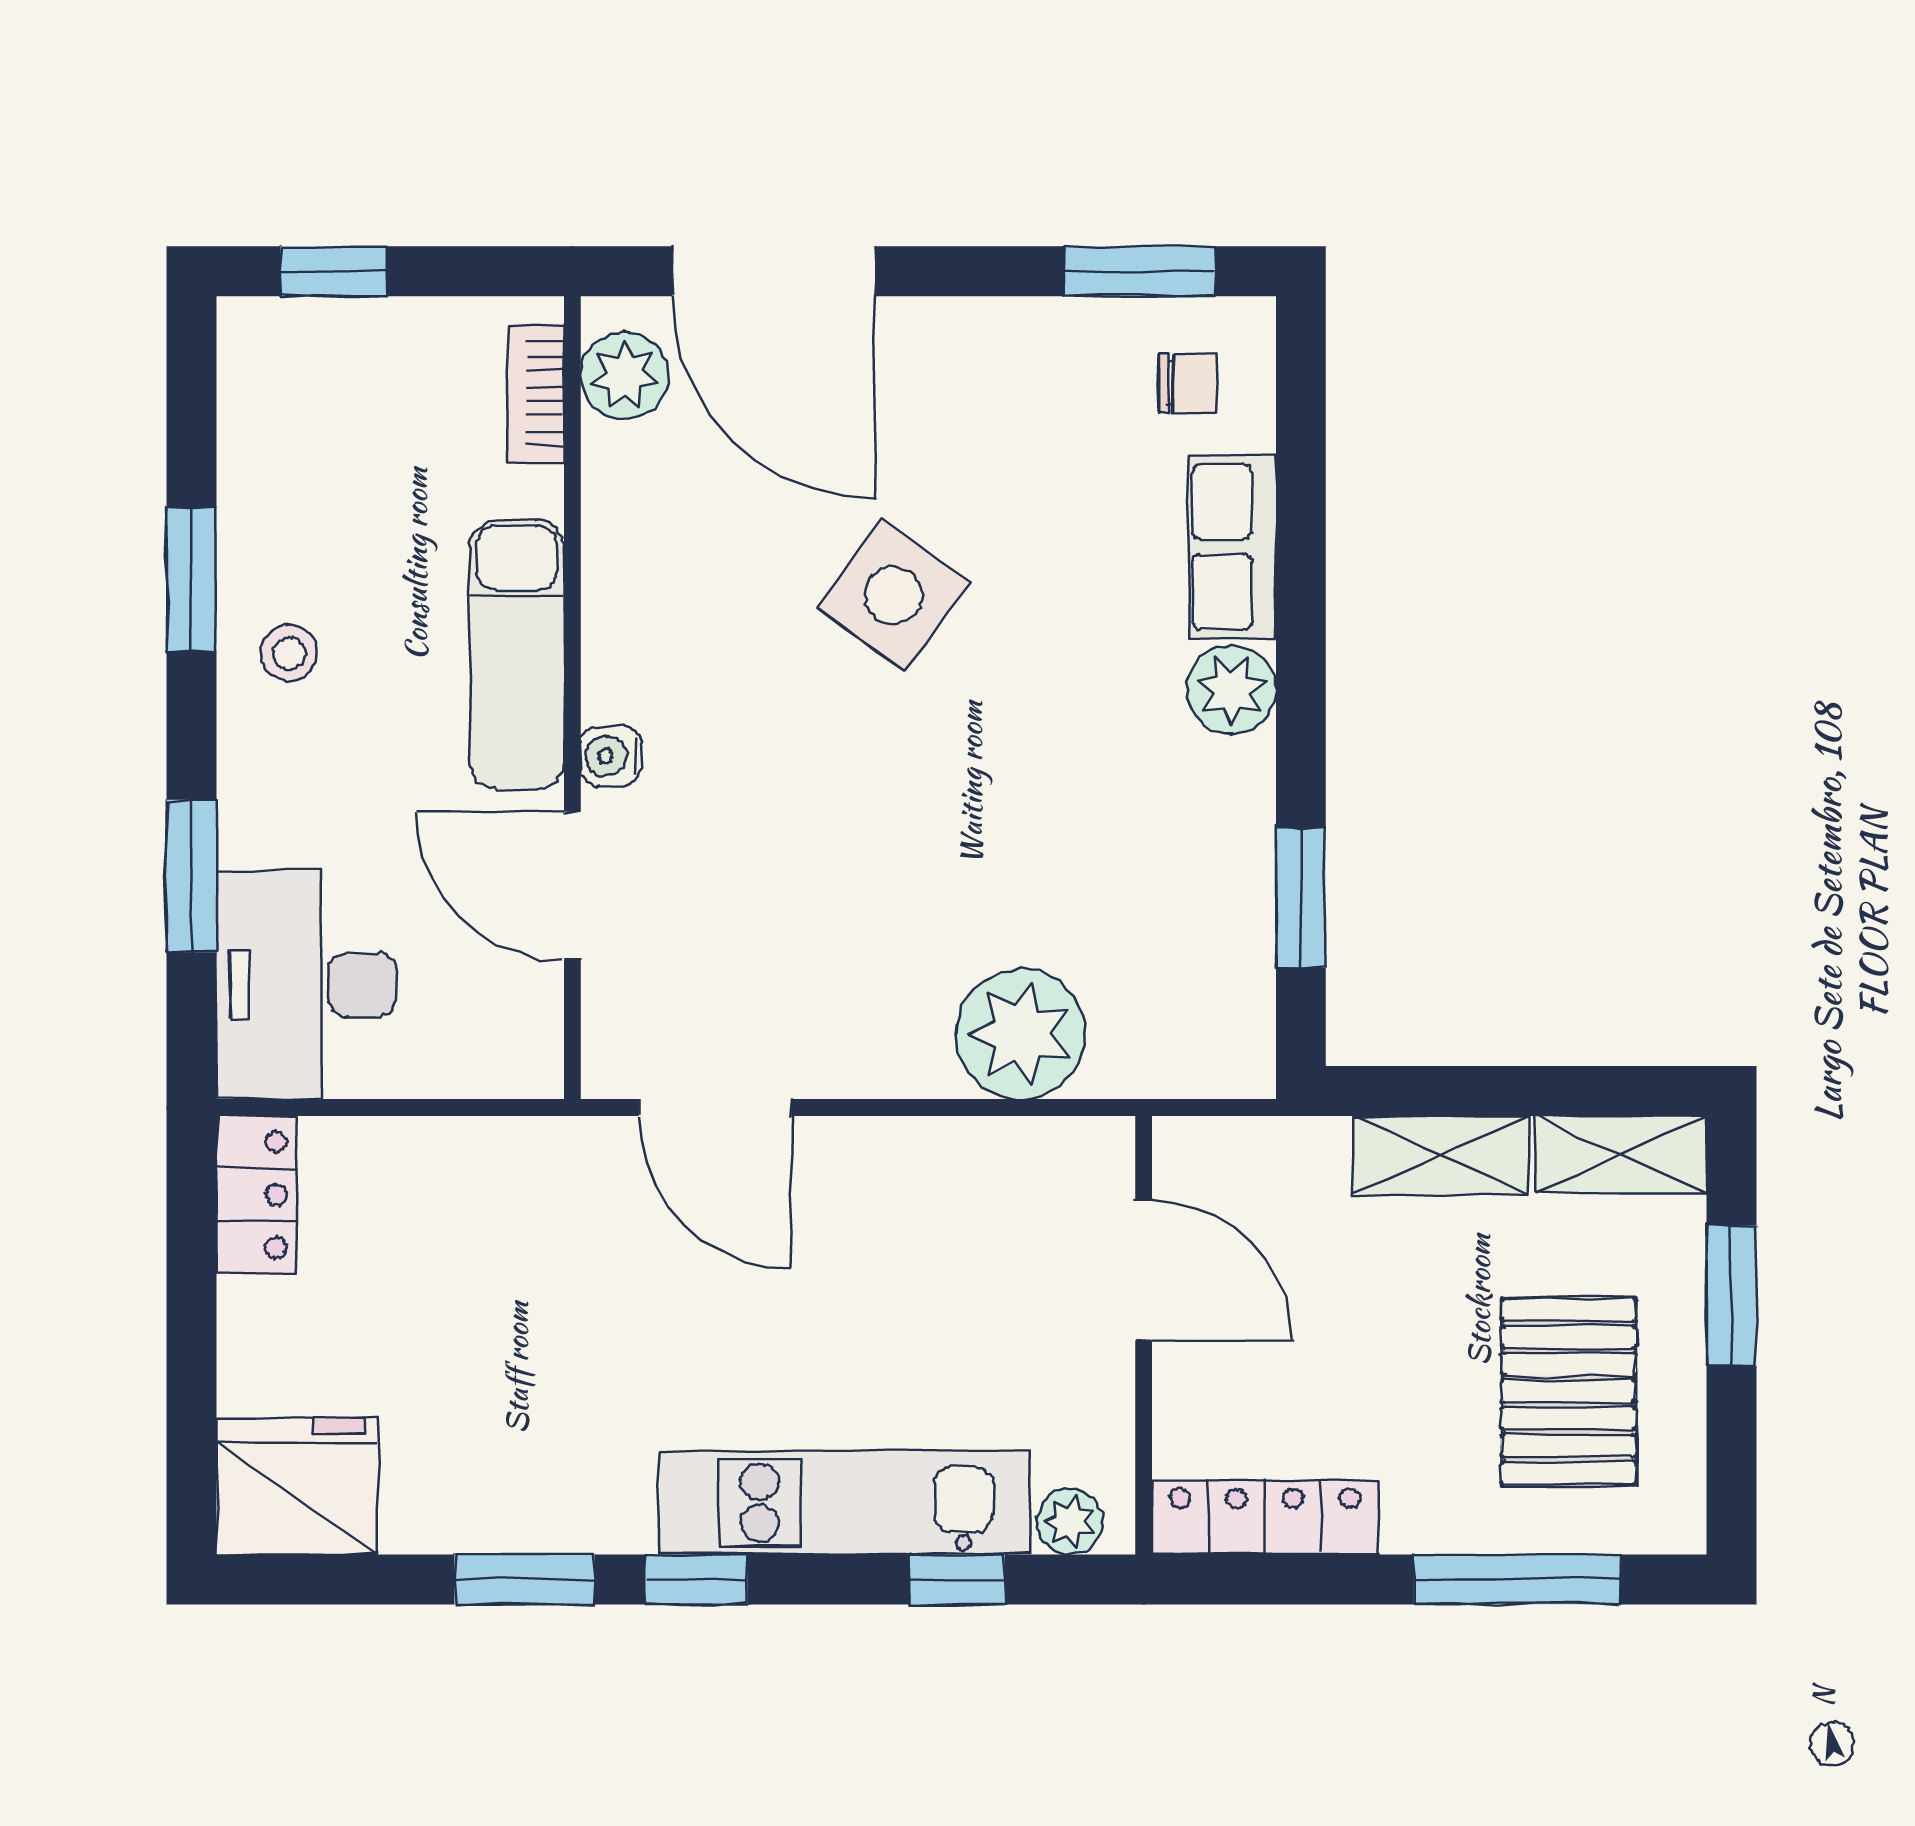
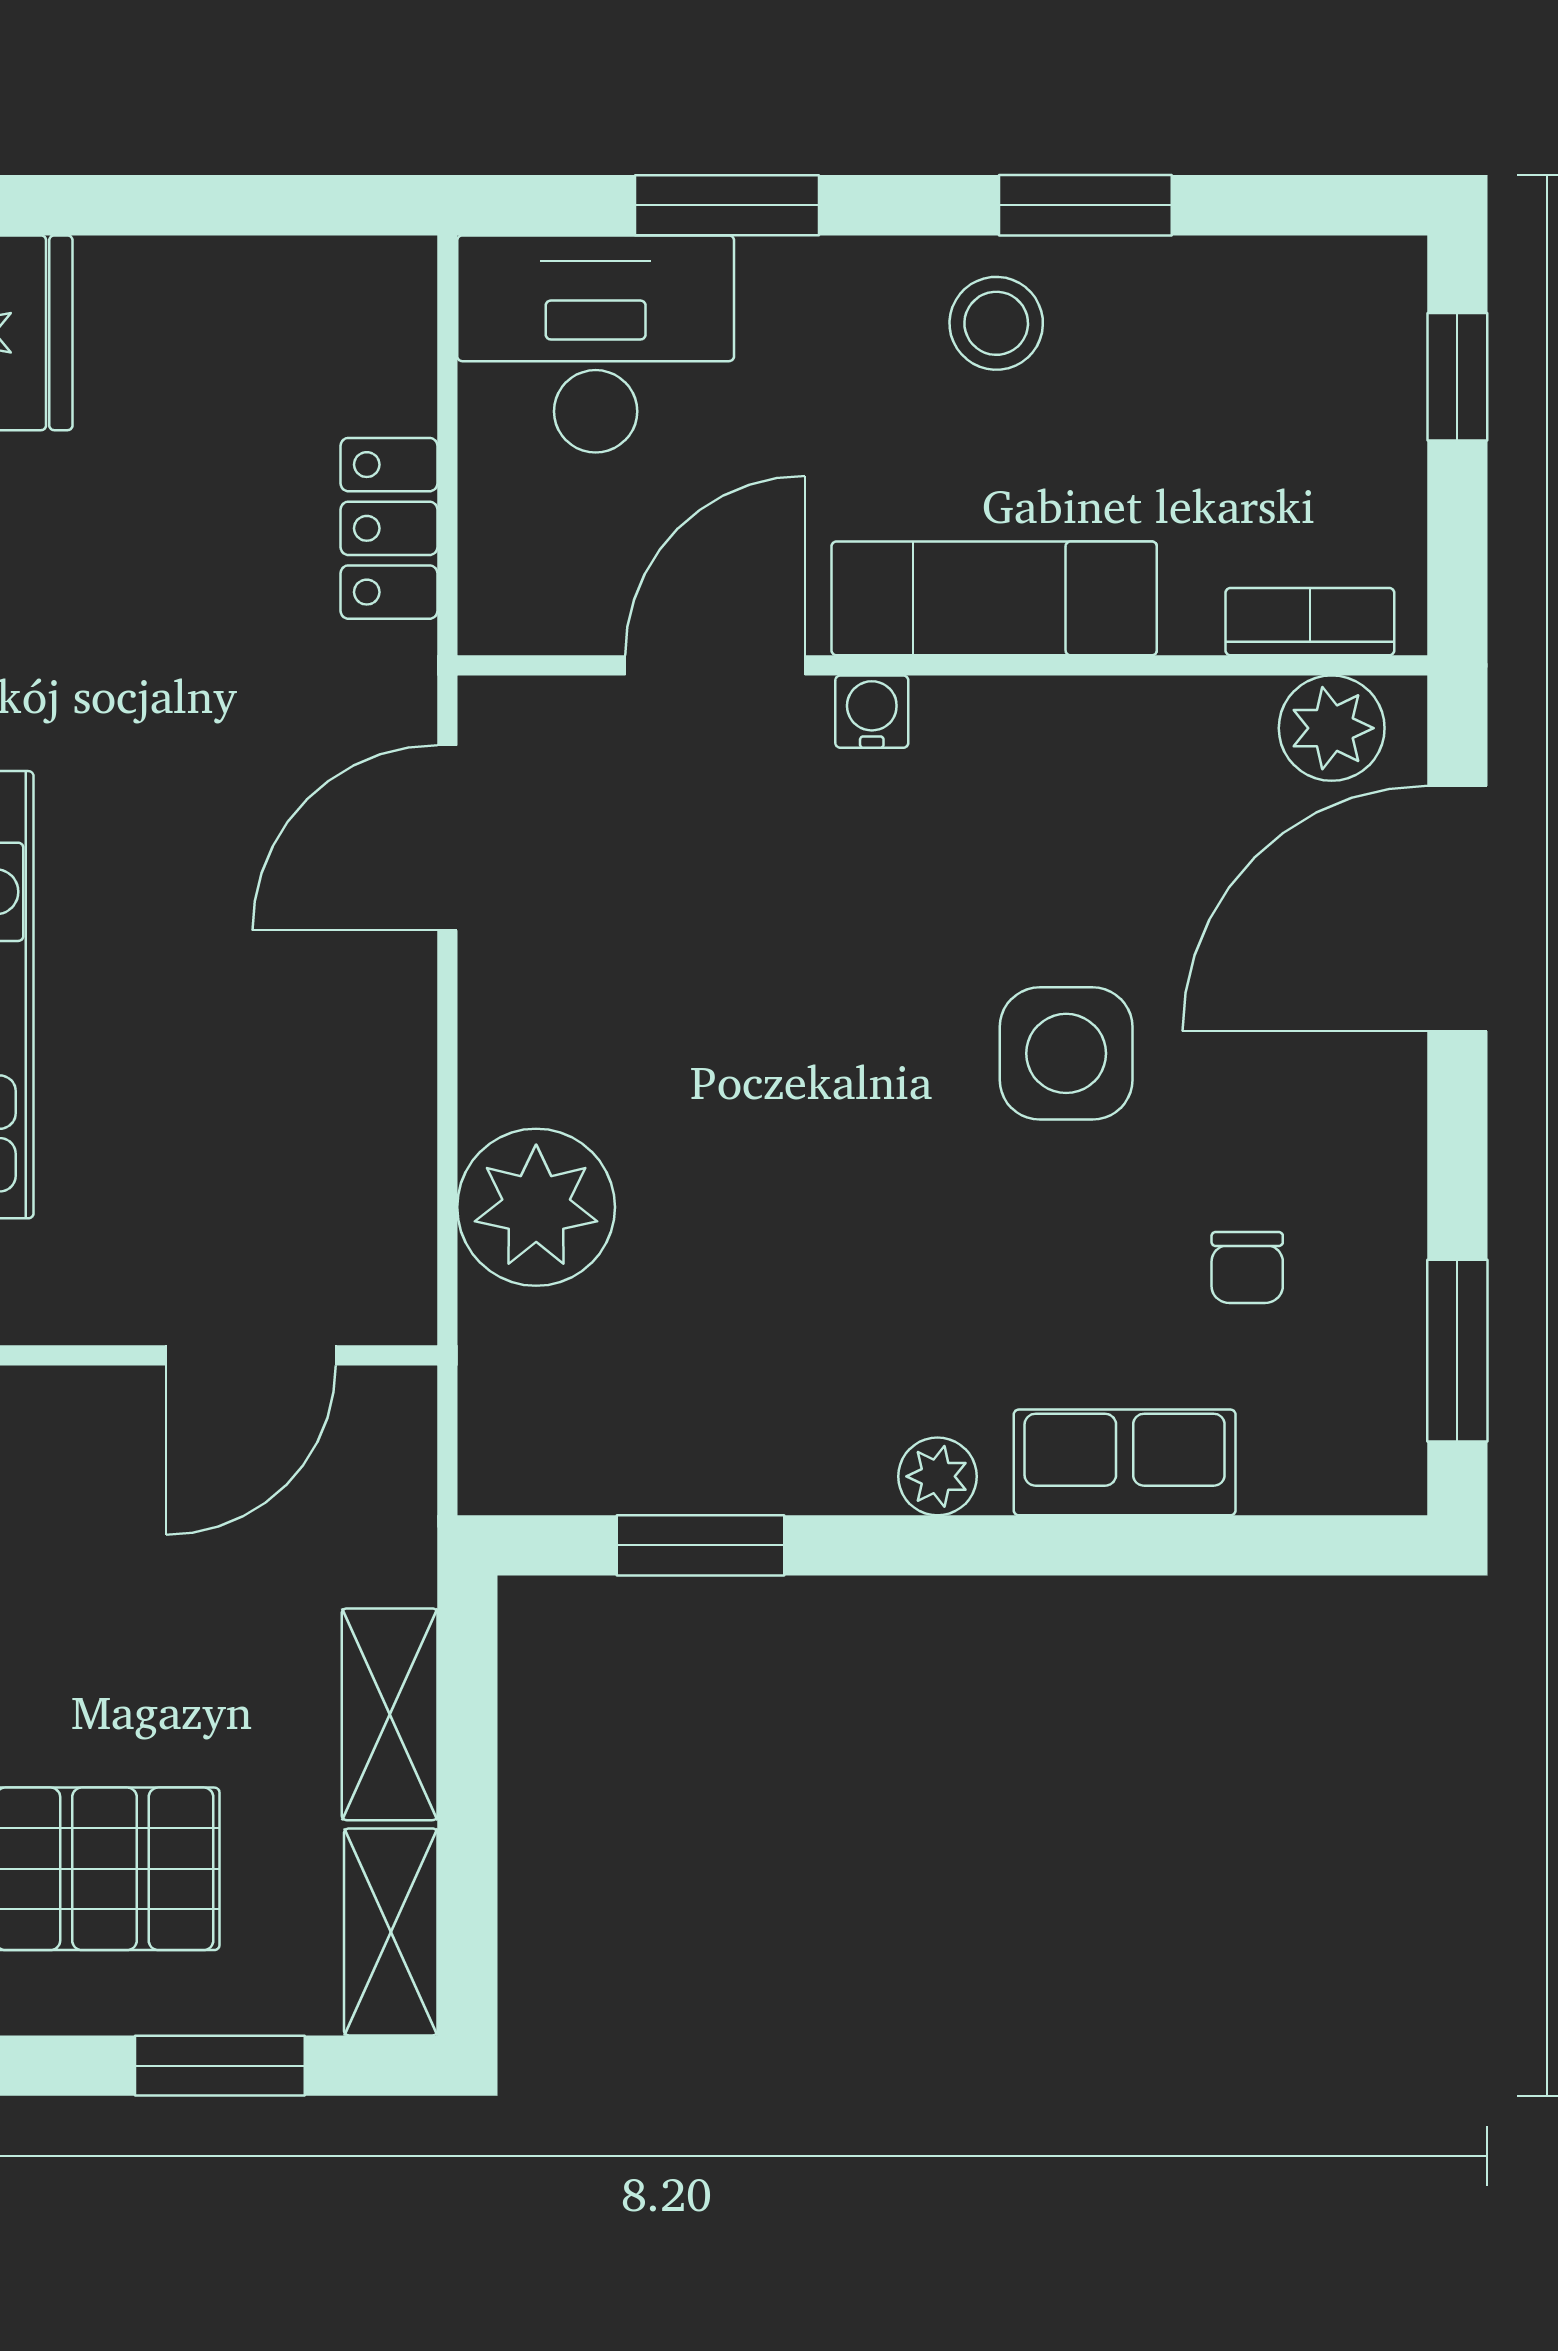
chair: (1188, 383) -> (1247, 1267), moved
side table: (894, 595) -> (1066, 1053), turned -36
stool: (289, 653) -> (996, 323), width x1.37, depth x1.37
plant: (1232, 690) -> (937, 1476), width x0.73, depth x0.73
locker: (256, 1195) -> (389, 528), moved, turned 90

